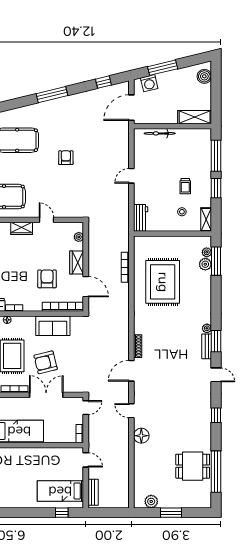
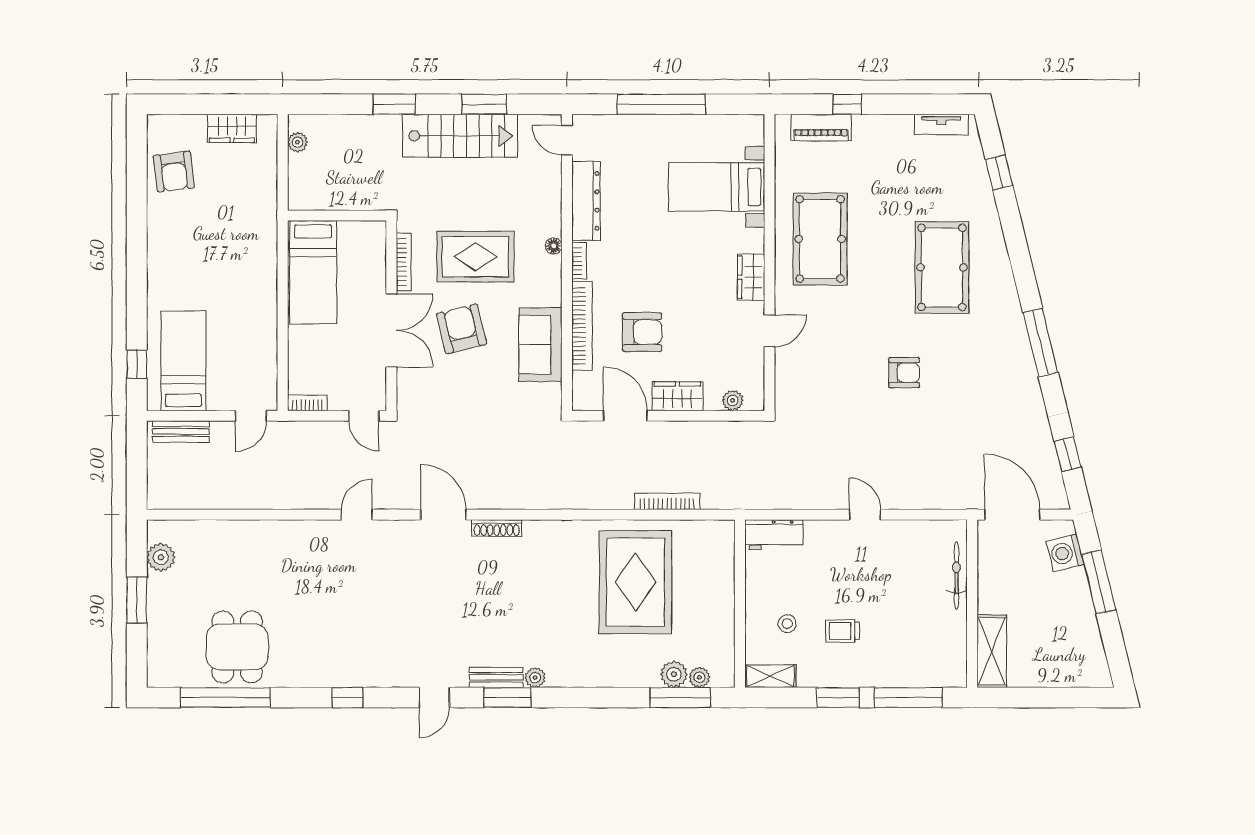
boiler: (204, 76) -> (1080, 672), removed
rug: (163, 282) -> (635, 582), turned 90
door: (86, 287) -> (625, 416), swing flipped
bookcase: (63, 307) -> (582, 326), moved
floor lamp: (141, 436) -> (303, 536), removed

